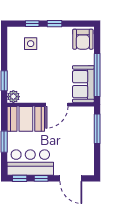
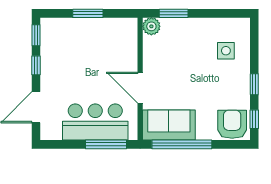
window: (32, 24) -> (254, 119), moved
armchair: (83, 39) -> (232, 124), turned 90
booth: (26, 119) -> (120, 44), removed
bar counter: (30, 163) -> (95, 122), moved, turned -90

